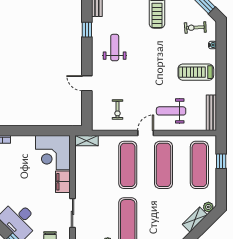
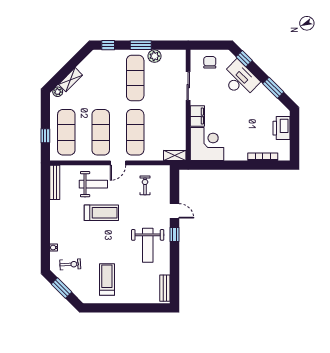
window: (87, 30) -> (175, 234), moved
weight bench: (115, 48) -> (148, 245), width x1.36, depth x1.33
treadmill: (196, 72) -> (101, 213), moved

